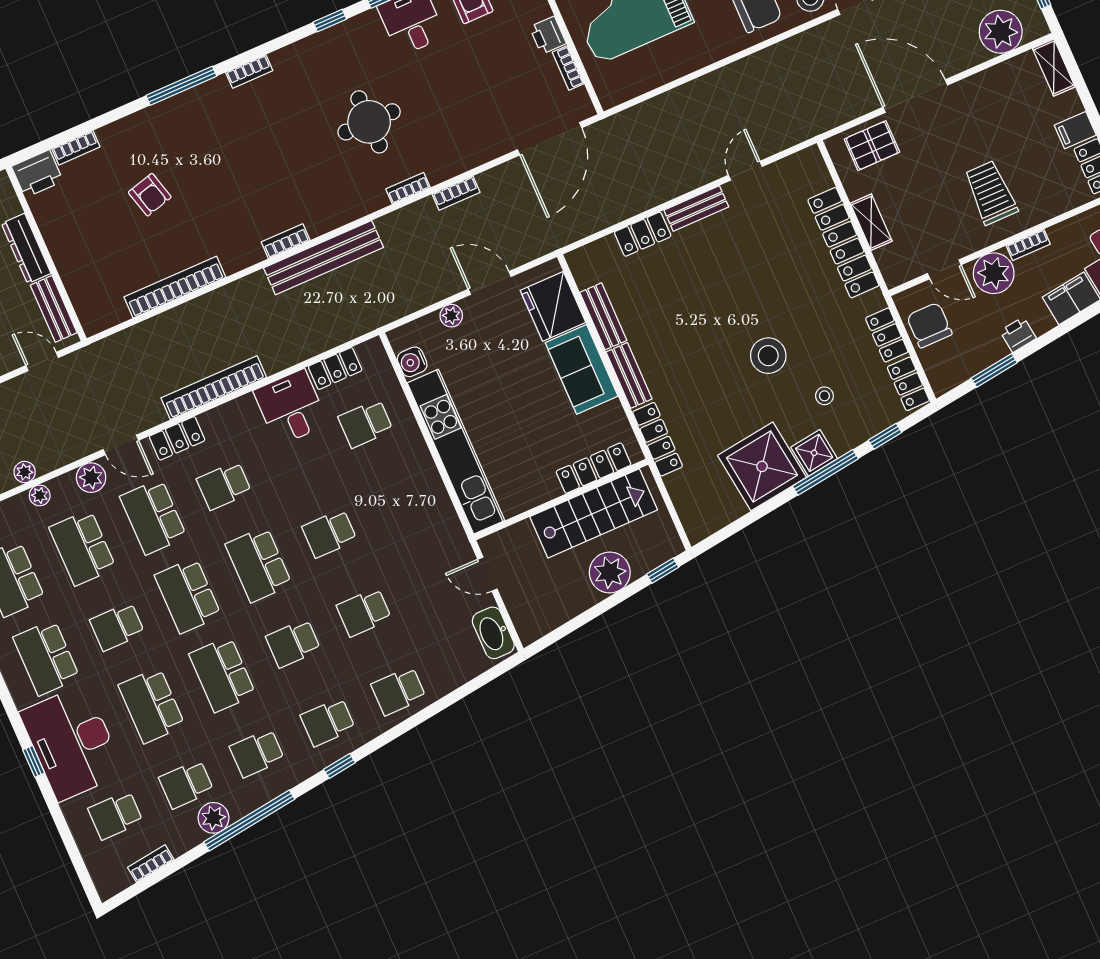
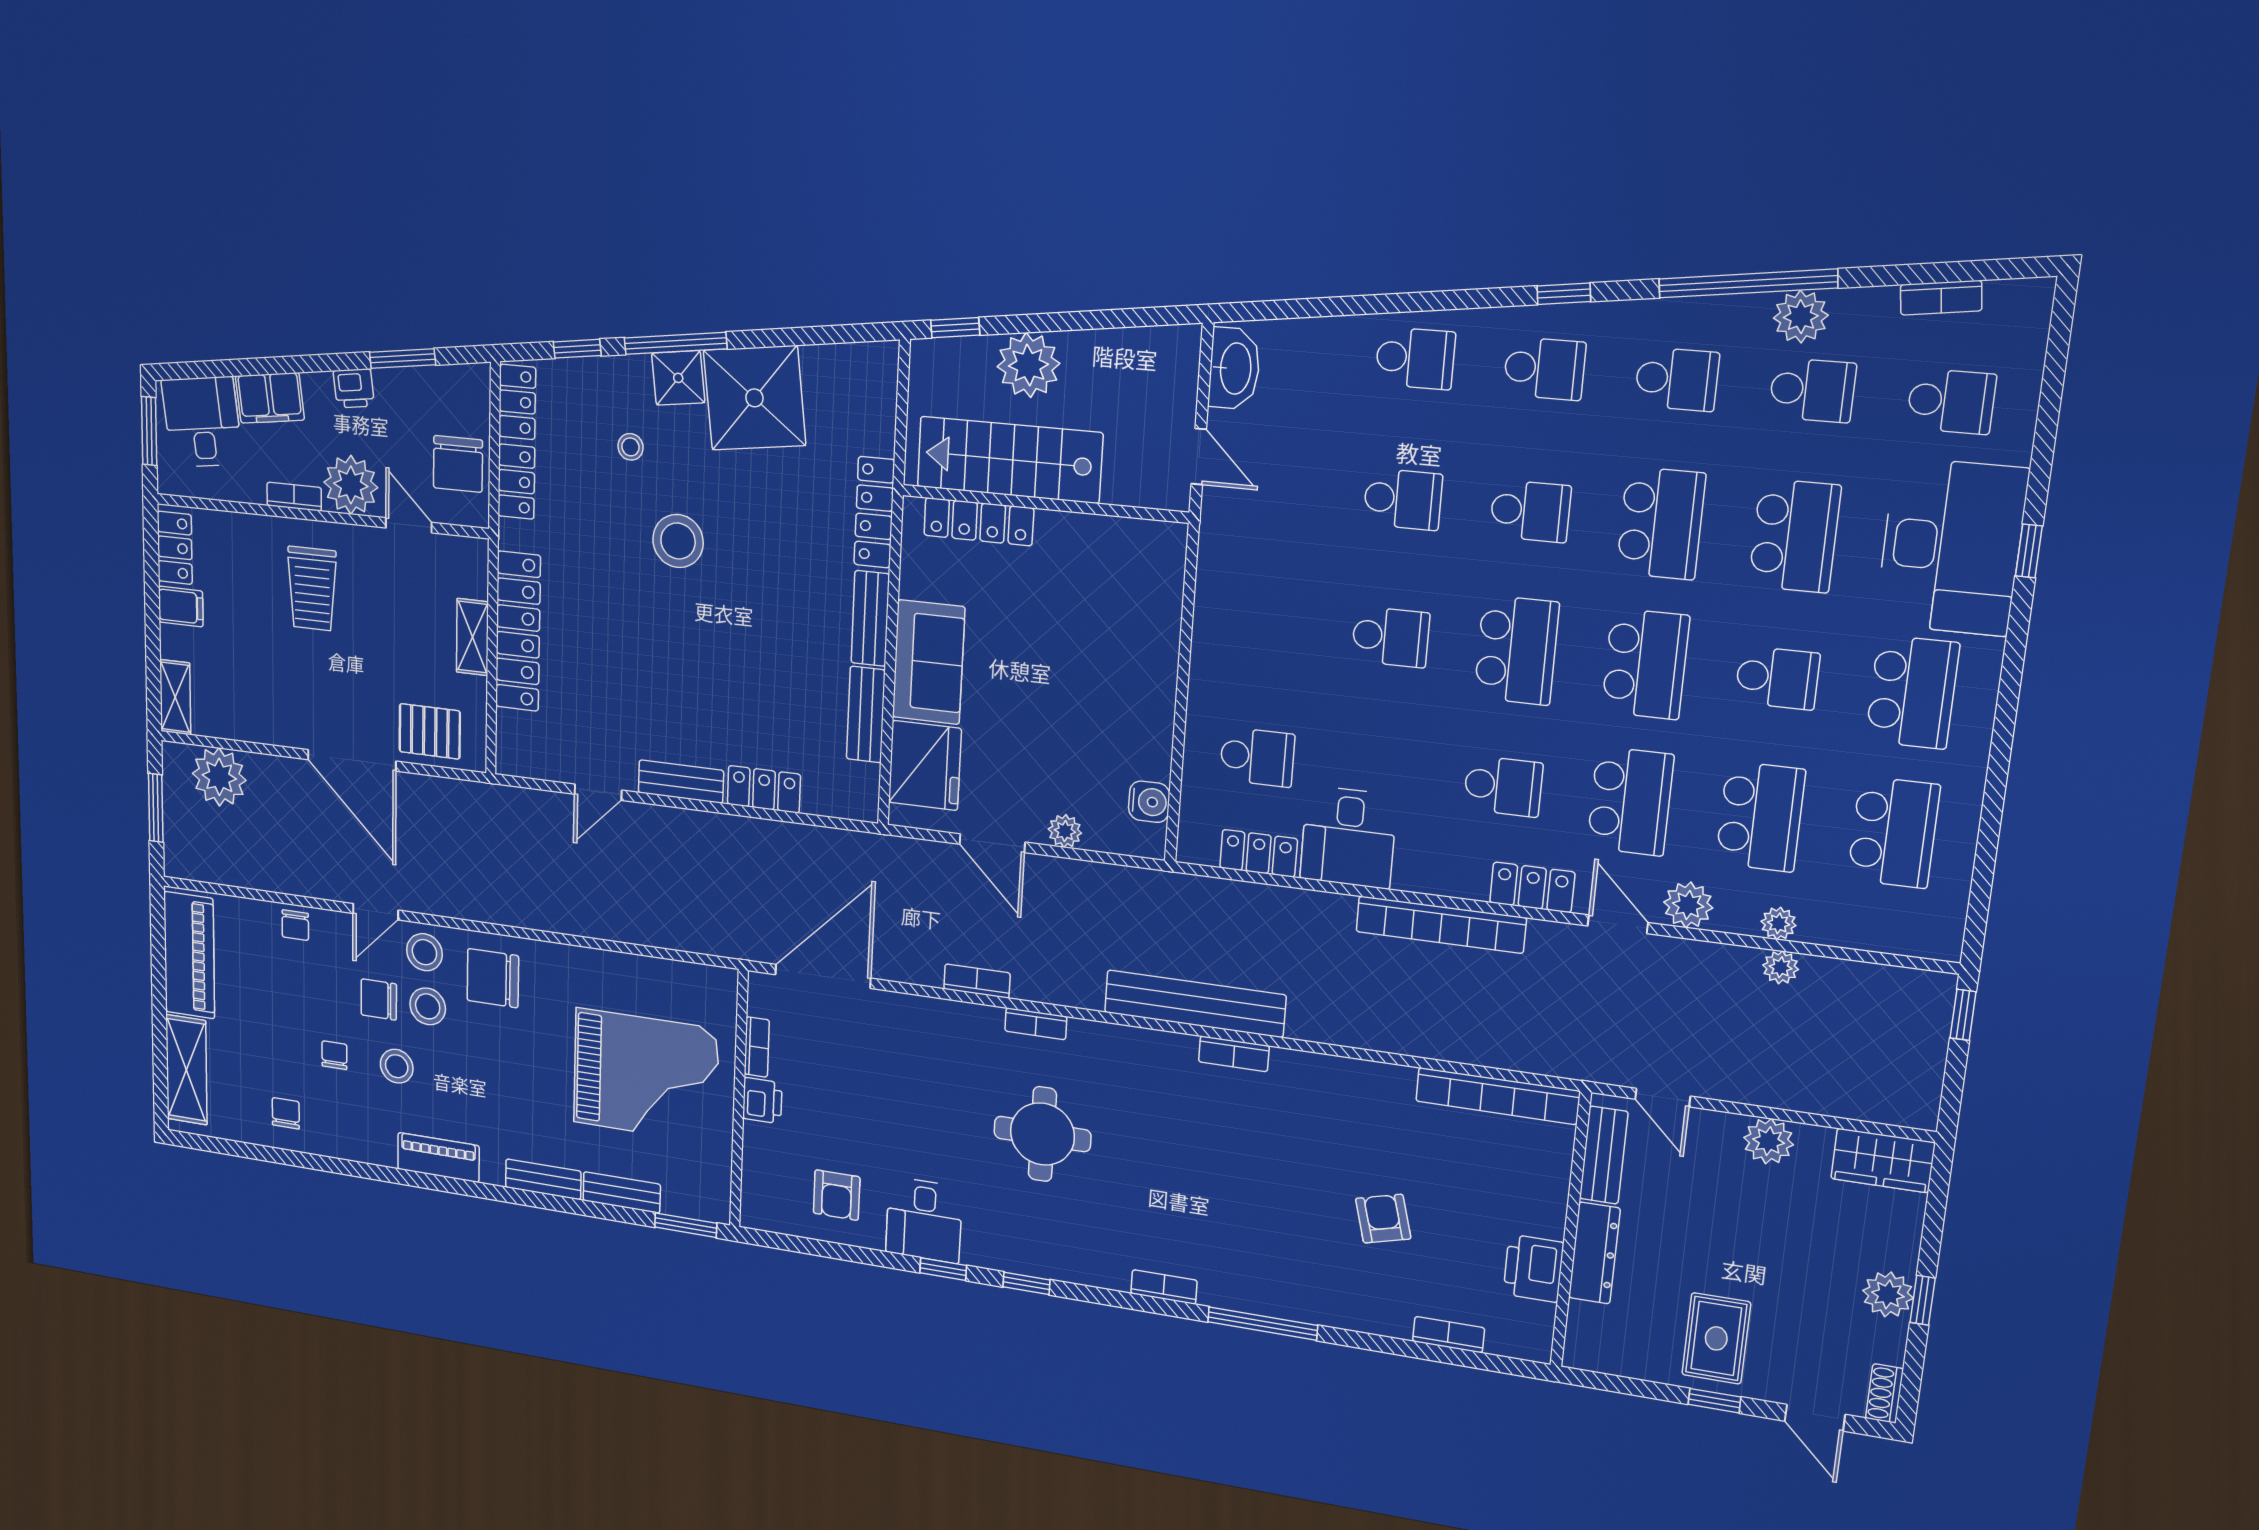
printer: (37, 174) -> (1533, 1268), moved, turned -90
bookcase: (175, 287) -> (1498, 1096), moved
kitchen unit: (456, 452) -> (1153, 649), removed

